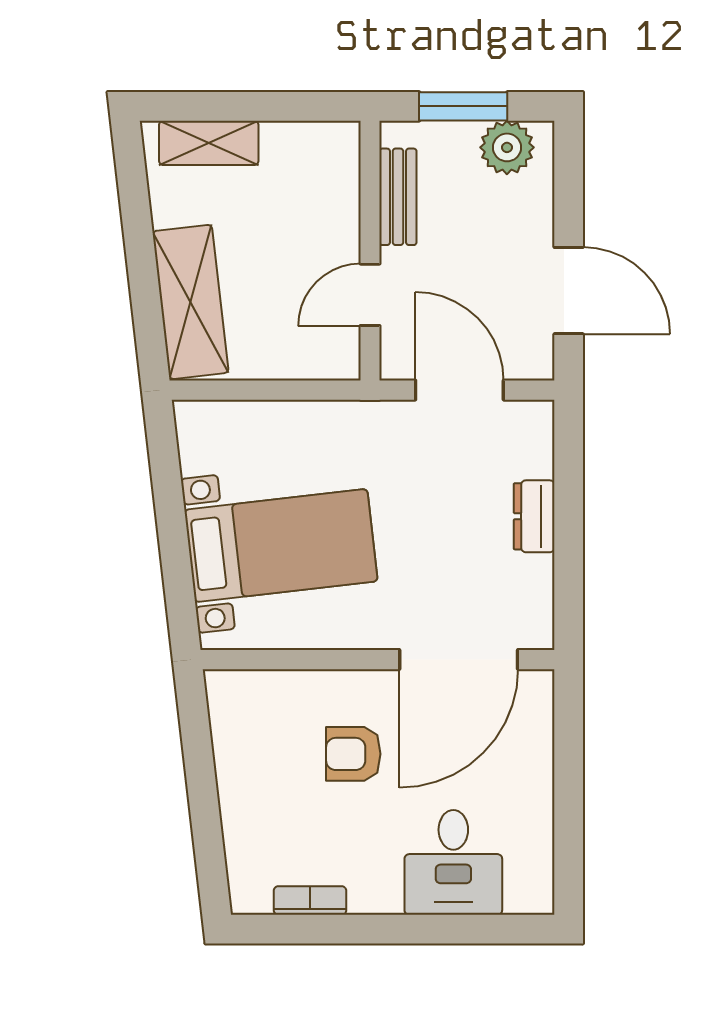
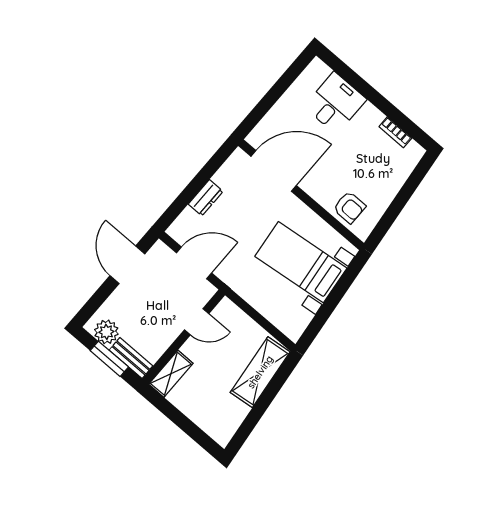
shelving: (209, 143) -> (171, 374), moved, turned 90
bench: (398, 197) -> (131, 358), moved, turned 90
door: (459, 390) -> (194, 263), swing flipped
armchair: (353, 754) -> (349, 207), moved

